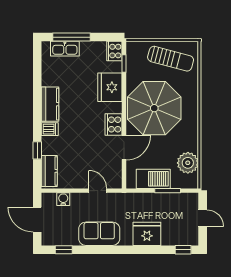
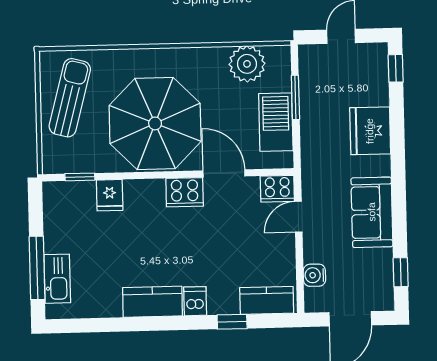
cooker: (114, 51) -> (277, 189), moved
fridge: (110, 87) -> (110, 195), width x0.53, depth x0.75

